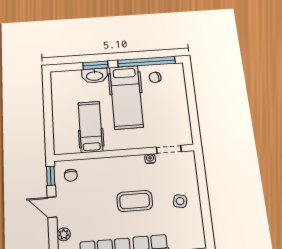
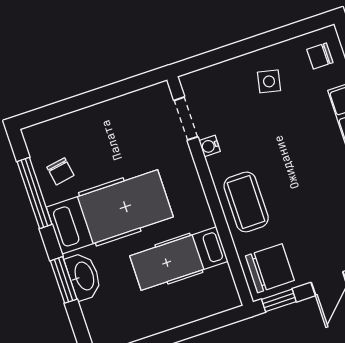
window: (146, 62) -> (34, 193), width x0.68
chair: (71, 175) -> (270, 268), width x1.87, depth x1.87
coffee table: (135, 201) -> (246, 202), moved
chair: (189, 235) -> (320, 56), added

